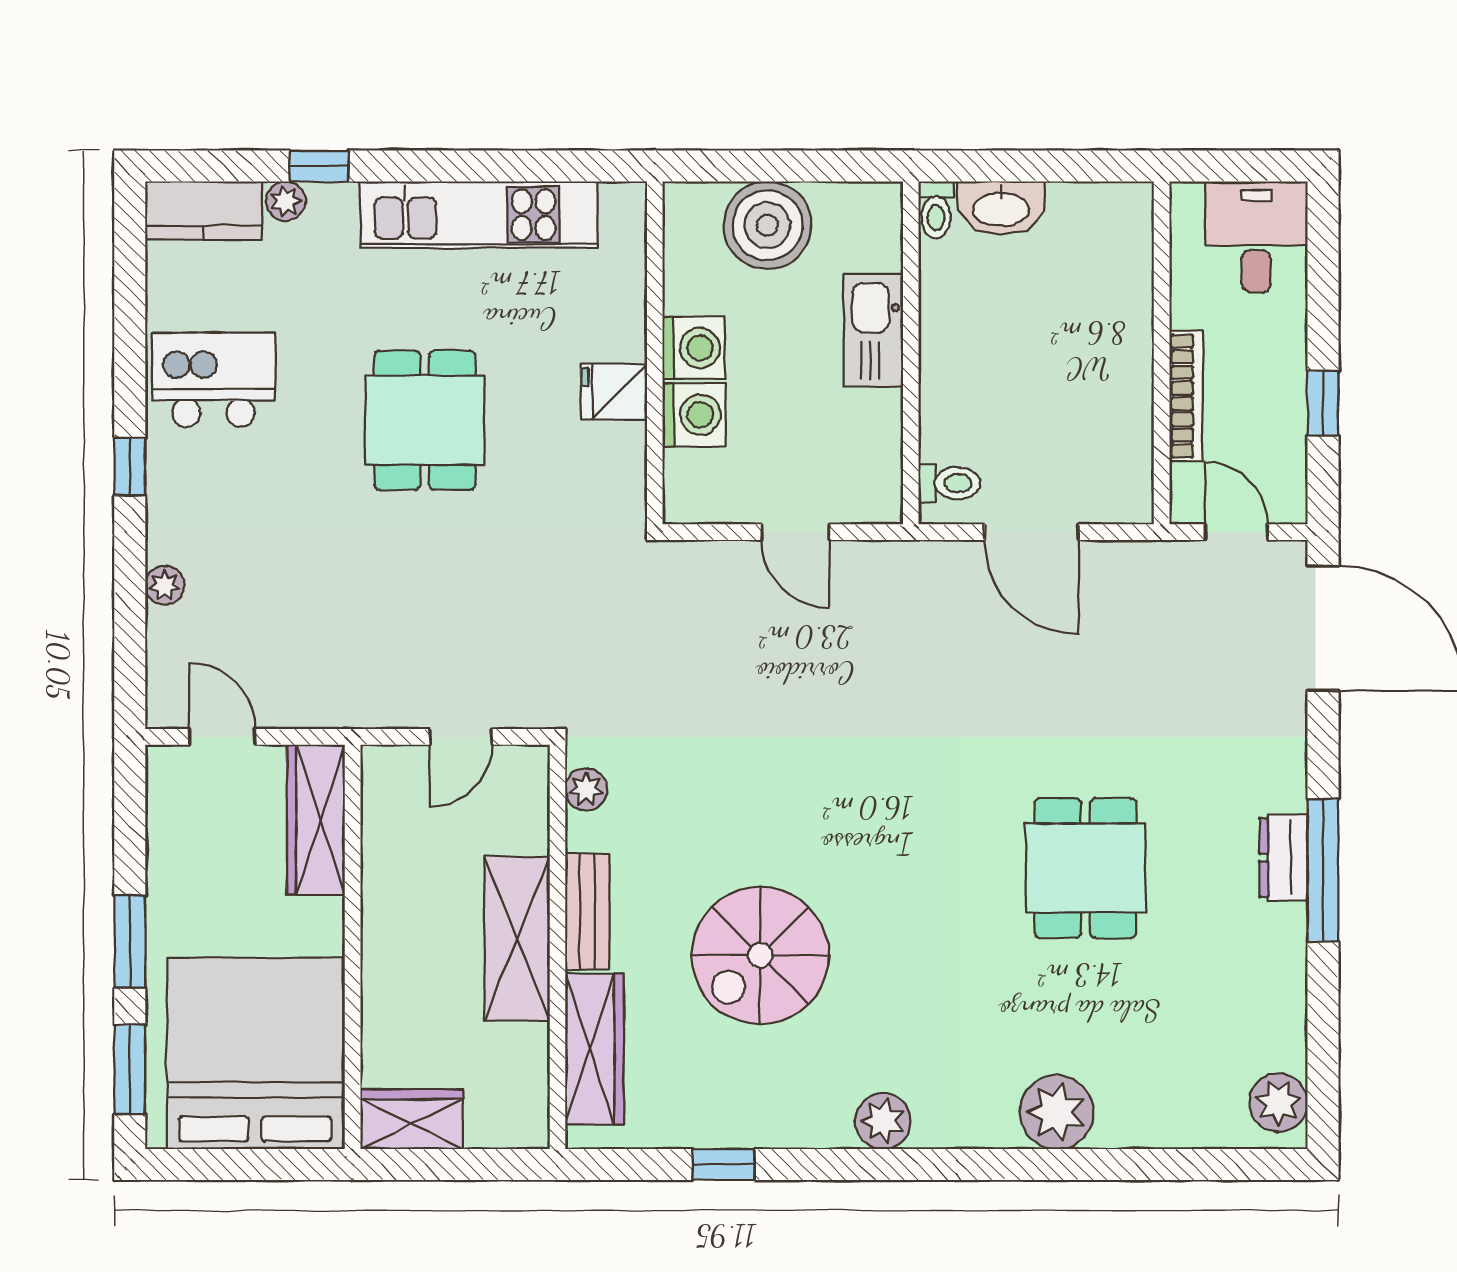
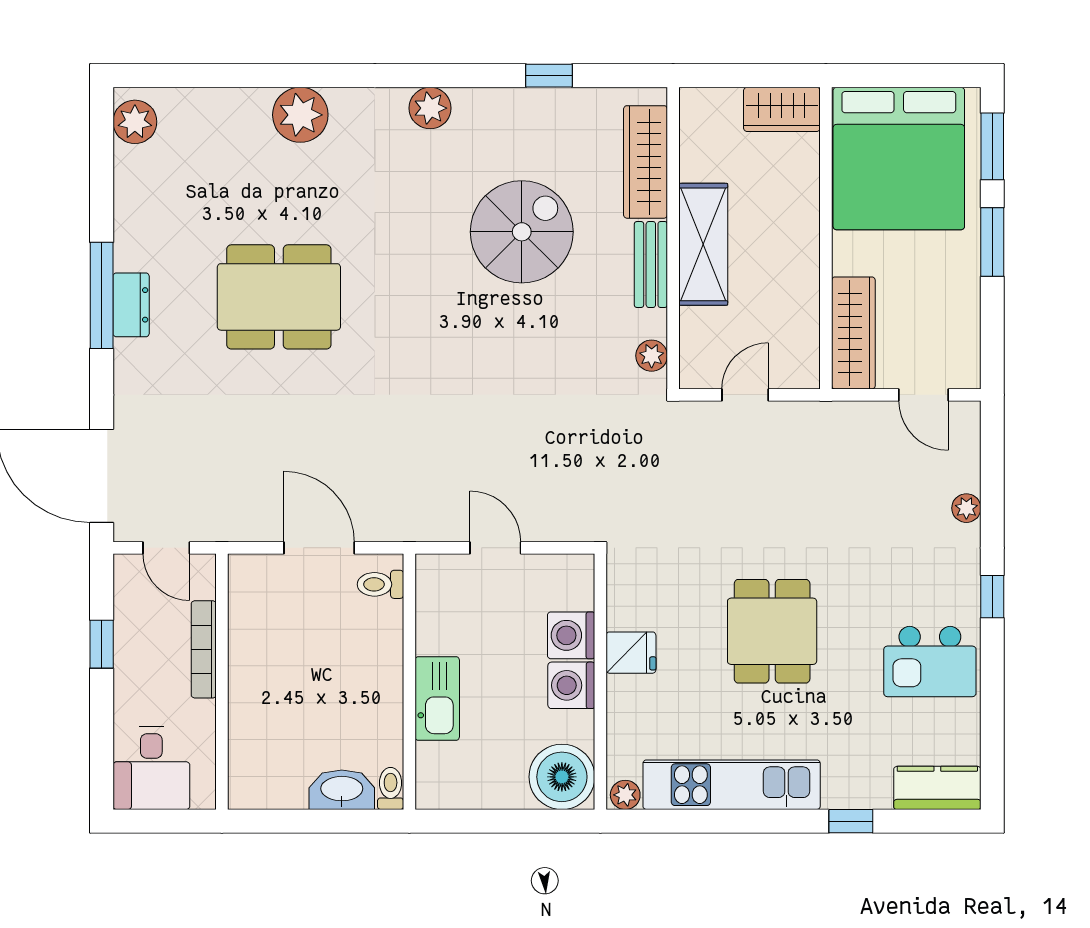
plant: (286, 201) -> (625, 795), moved
boiler: (767, 225) -> (562, 777), moved
dining table: (1085, 868) -> (279, 297), width x1.38

